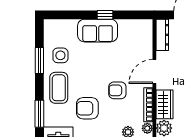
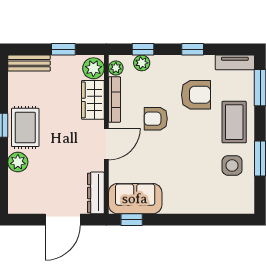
window: (105, 15) -> (132, 220), moved
sofa: (98, 31) -> (135, 199), moved
armchair: (117, 90) -> (156, 119), turned 180

